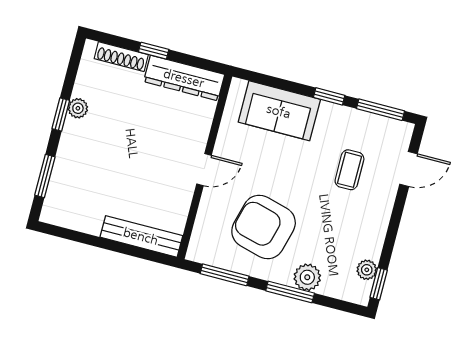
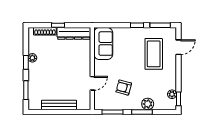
sofa: (279, 111) -> (103, 44), moved, turned -90
door: (204, 170) -> (92, 83), moved
coffee table: (349, 170) -> (154, 54), width x1.86, depth x1.72
armchair: (264, 227) -> (124, 88), width x0.53, depth x0.53
bench: (141, 236) -> (59, 105), moved

